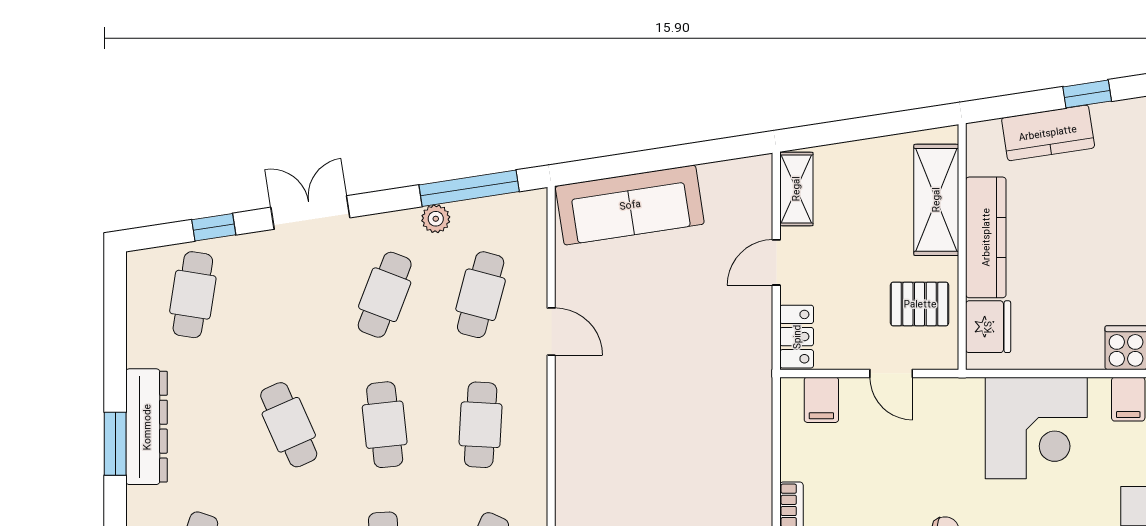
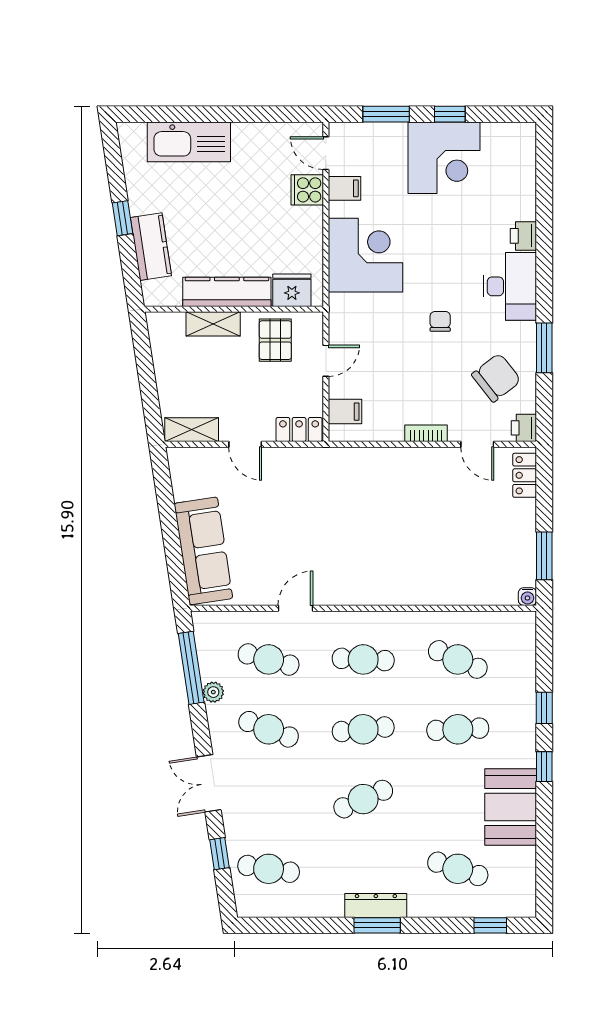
shelving: (936, 200) -> (213, 324), width x0.67, depth x0.75
dresser: (147, 427) -> (376, 905), width x0.73, depth x0.80

